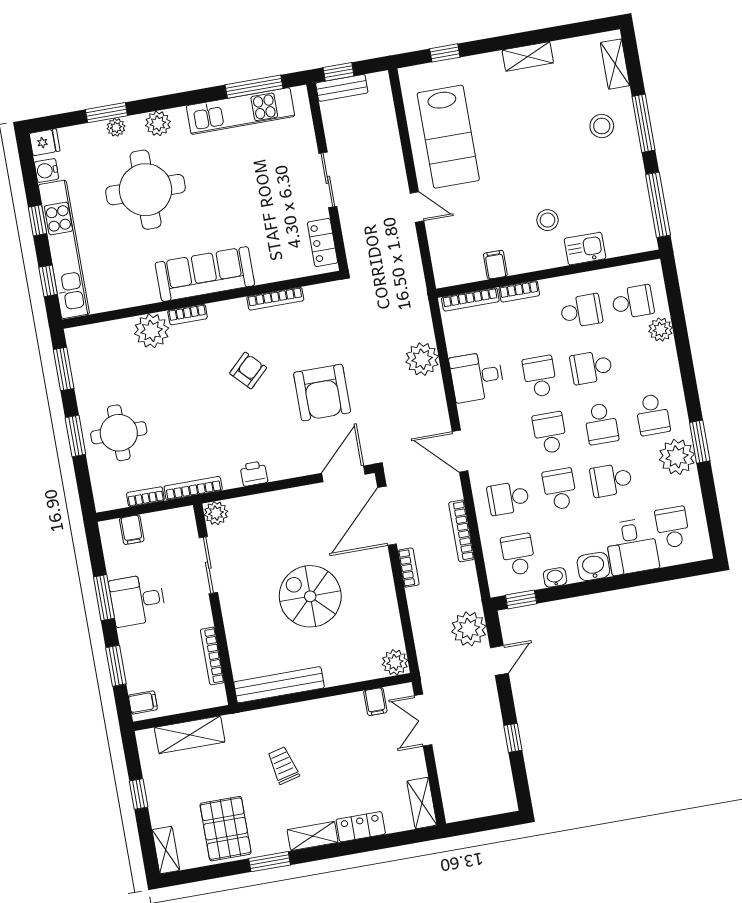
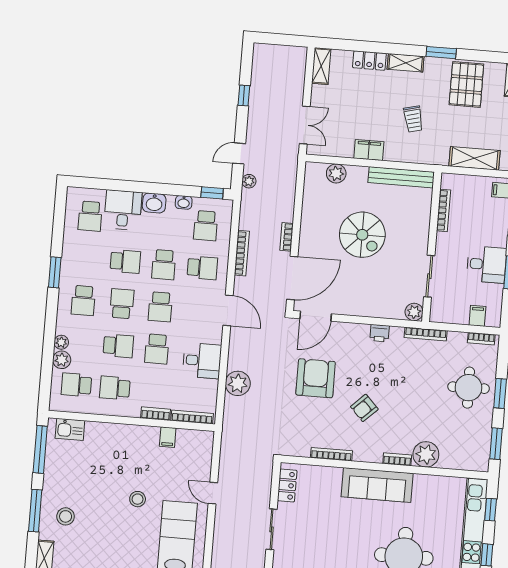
stool: (547, 220) -> (138, 499), moved
kitchen sink: (585, 249) -> (70, 429), moved
school desk: (653, 415) -> (83, 300), turned 180
plant: (677, 457) -> (61, 342), moved, width x0.53, depth x0.53
bookcase: (145, 497) -> (481, 339), moved
plant: (469, 629) -> (249, 181), width x0.53, depth x0.53
plant: (395, 662) -> (336, 173), moved
filing cabinet: (375, 702) -> (369, 150), moved, width x2.00

